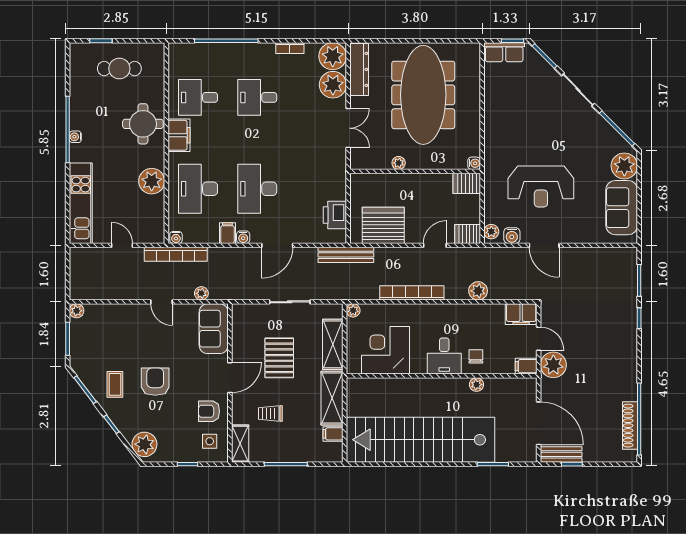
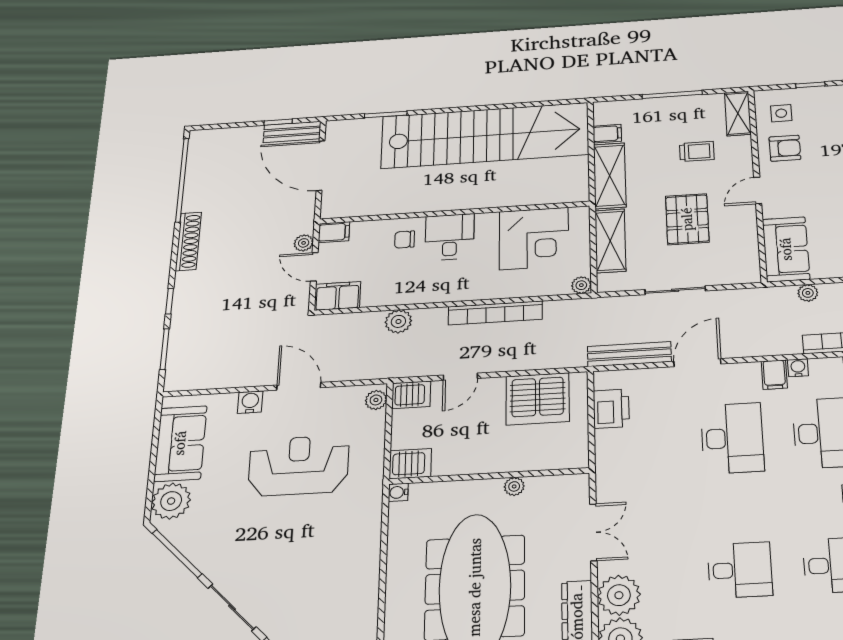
double door: (348, 128) -> (593, 532), swing flipped
water cooler: (512, 236) -> (250, 402), moved
water cooler: (243, 237) -> (798, 368), moved
bench: (346, 255) -> (629, 354), moved
chair: (476, 356) -> (405, 239), turned 90
plant: (553, 365) -> (304, 243), width x0.53, depth x0.53
door: (230, 378) -> (758, 190), width x0.73
plant: (477, 385) -> (405, 205), removed
shoe rack: (630, 426) -> (188, 241), moved

